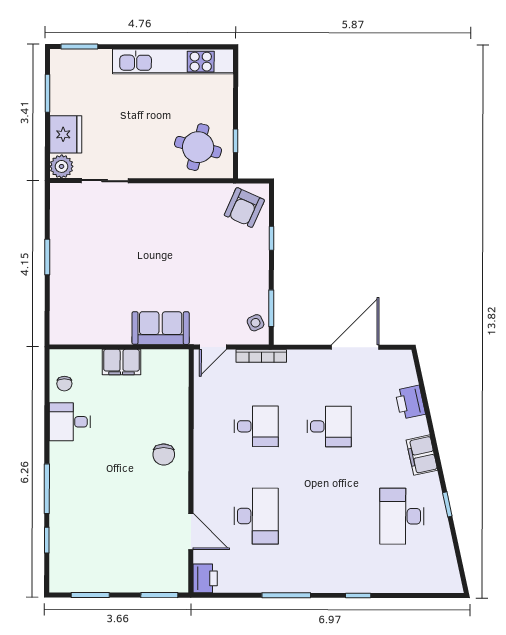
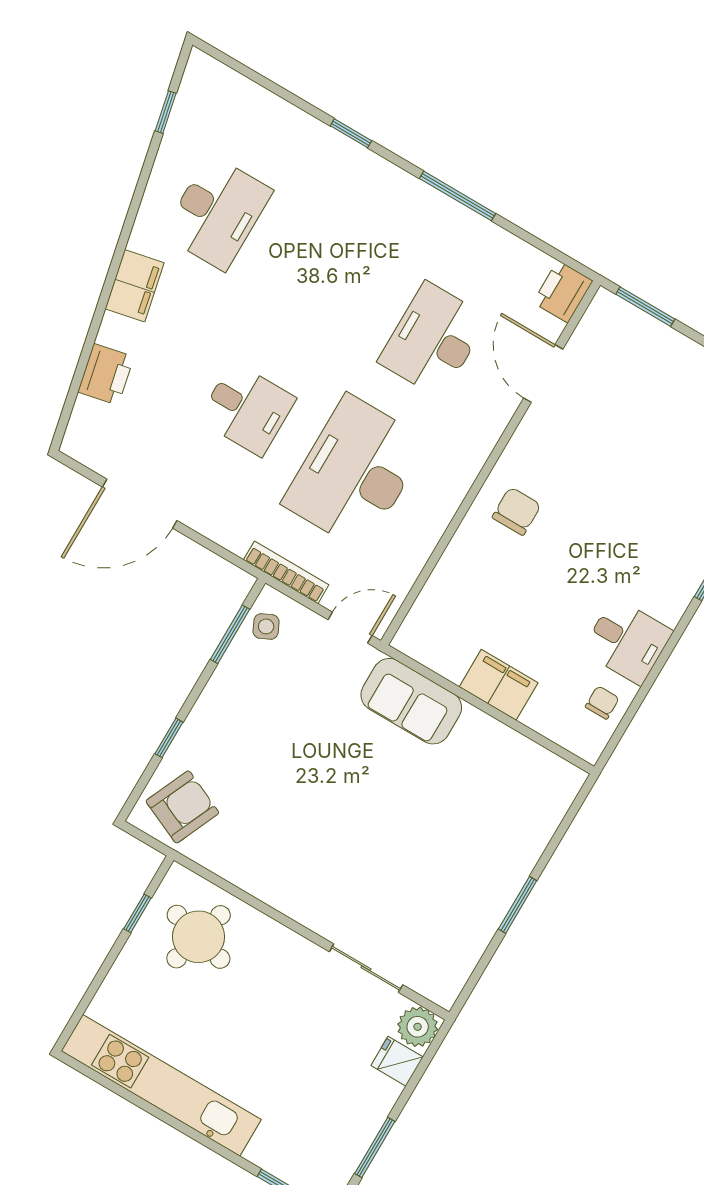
fridge: (66, 134) -> (397, 1061), width x0.53, depth x0.75
desk: (256, 426) -> (355, 472), width x1.87, depth x1.30
desk: (329, 426) -> (247, 409), turned 180
window: (447, 504) -> (166, 112), moved

